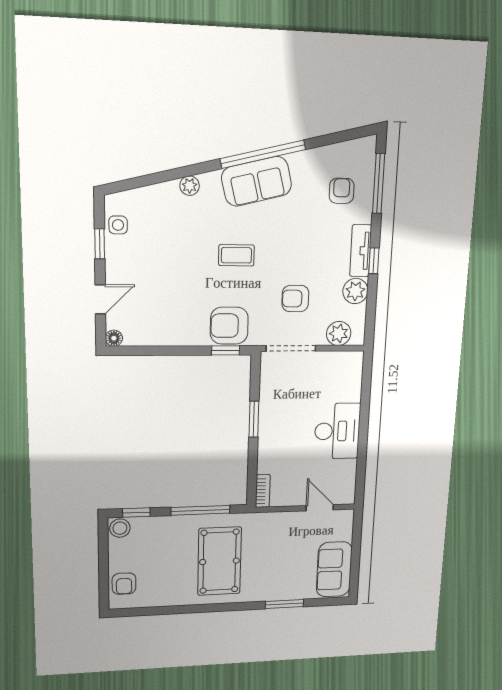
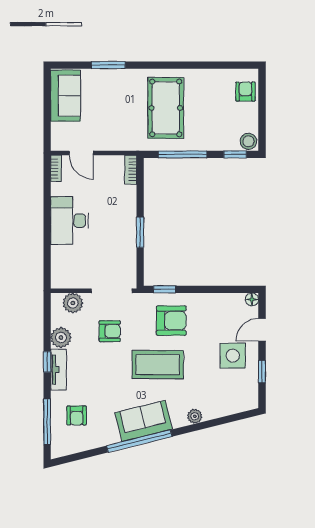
side table: (118, 225) -> (233, 356), moved, width x1.87, depth x1.87
coffee table: (236, 255) -> (158, 365), width x1.86, depth x1.72
armchair: (229, 326) -> (171, 321), moved
bookcase: (350, 490) -> (56, 168), added

